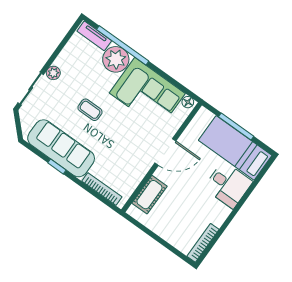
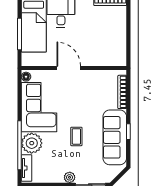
cot: (149, 195) -> (104, 59), removed

